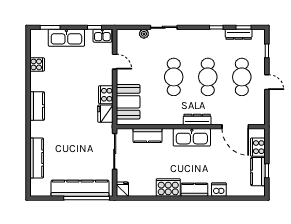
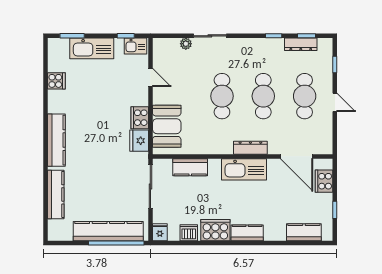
kitchen counter: (37, 106) -> (56, 140), width x1.50
kitchen counter: (258, 172) -> (304, 232), moved, turned 90
dishwasher: (219, 190) -> (189, 233), moved

